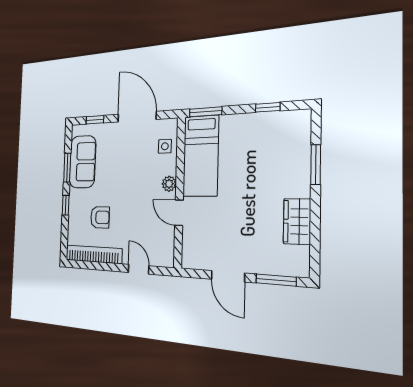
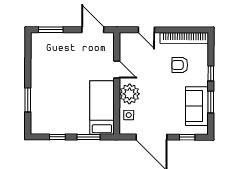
window: (206, 112) -> (88, 137), moved
plant: (169, 184) -> (129, 94), width x1.88, depth x1.88
wardrobe: (297, 221) -> (38, 66), removed
door: (228, 276) -> (93, 30), moved

